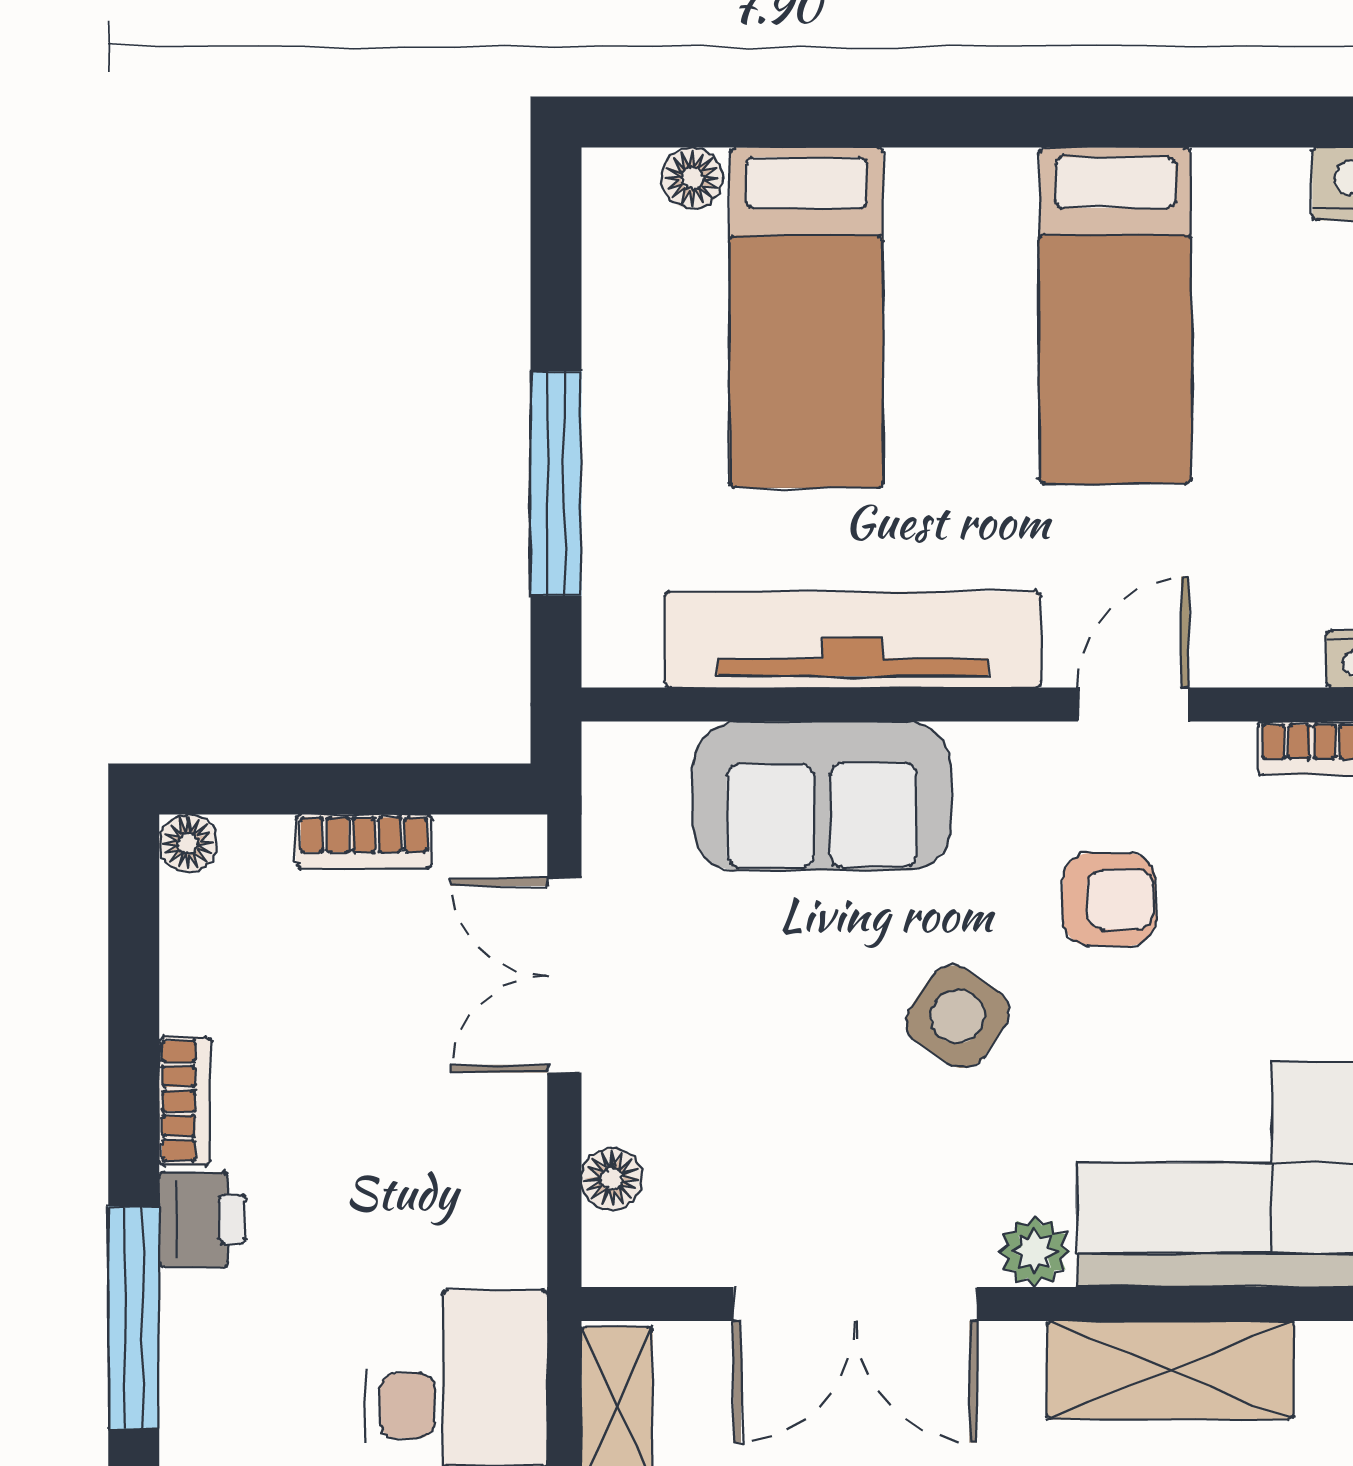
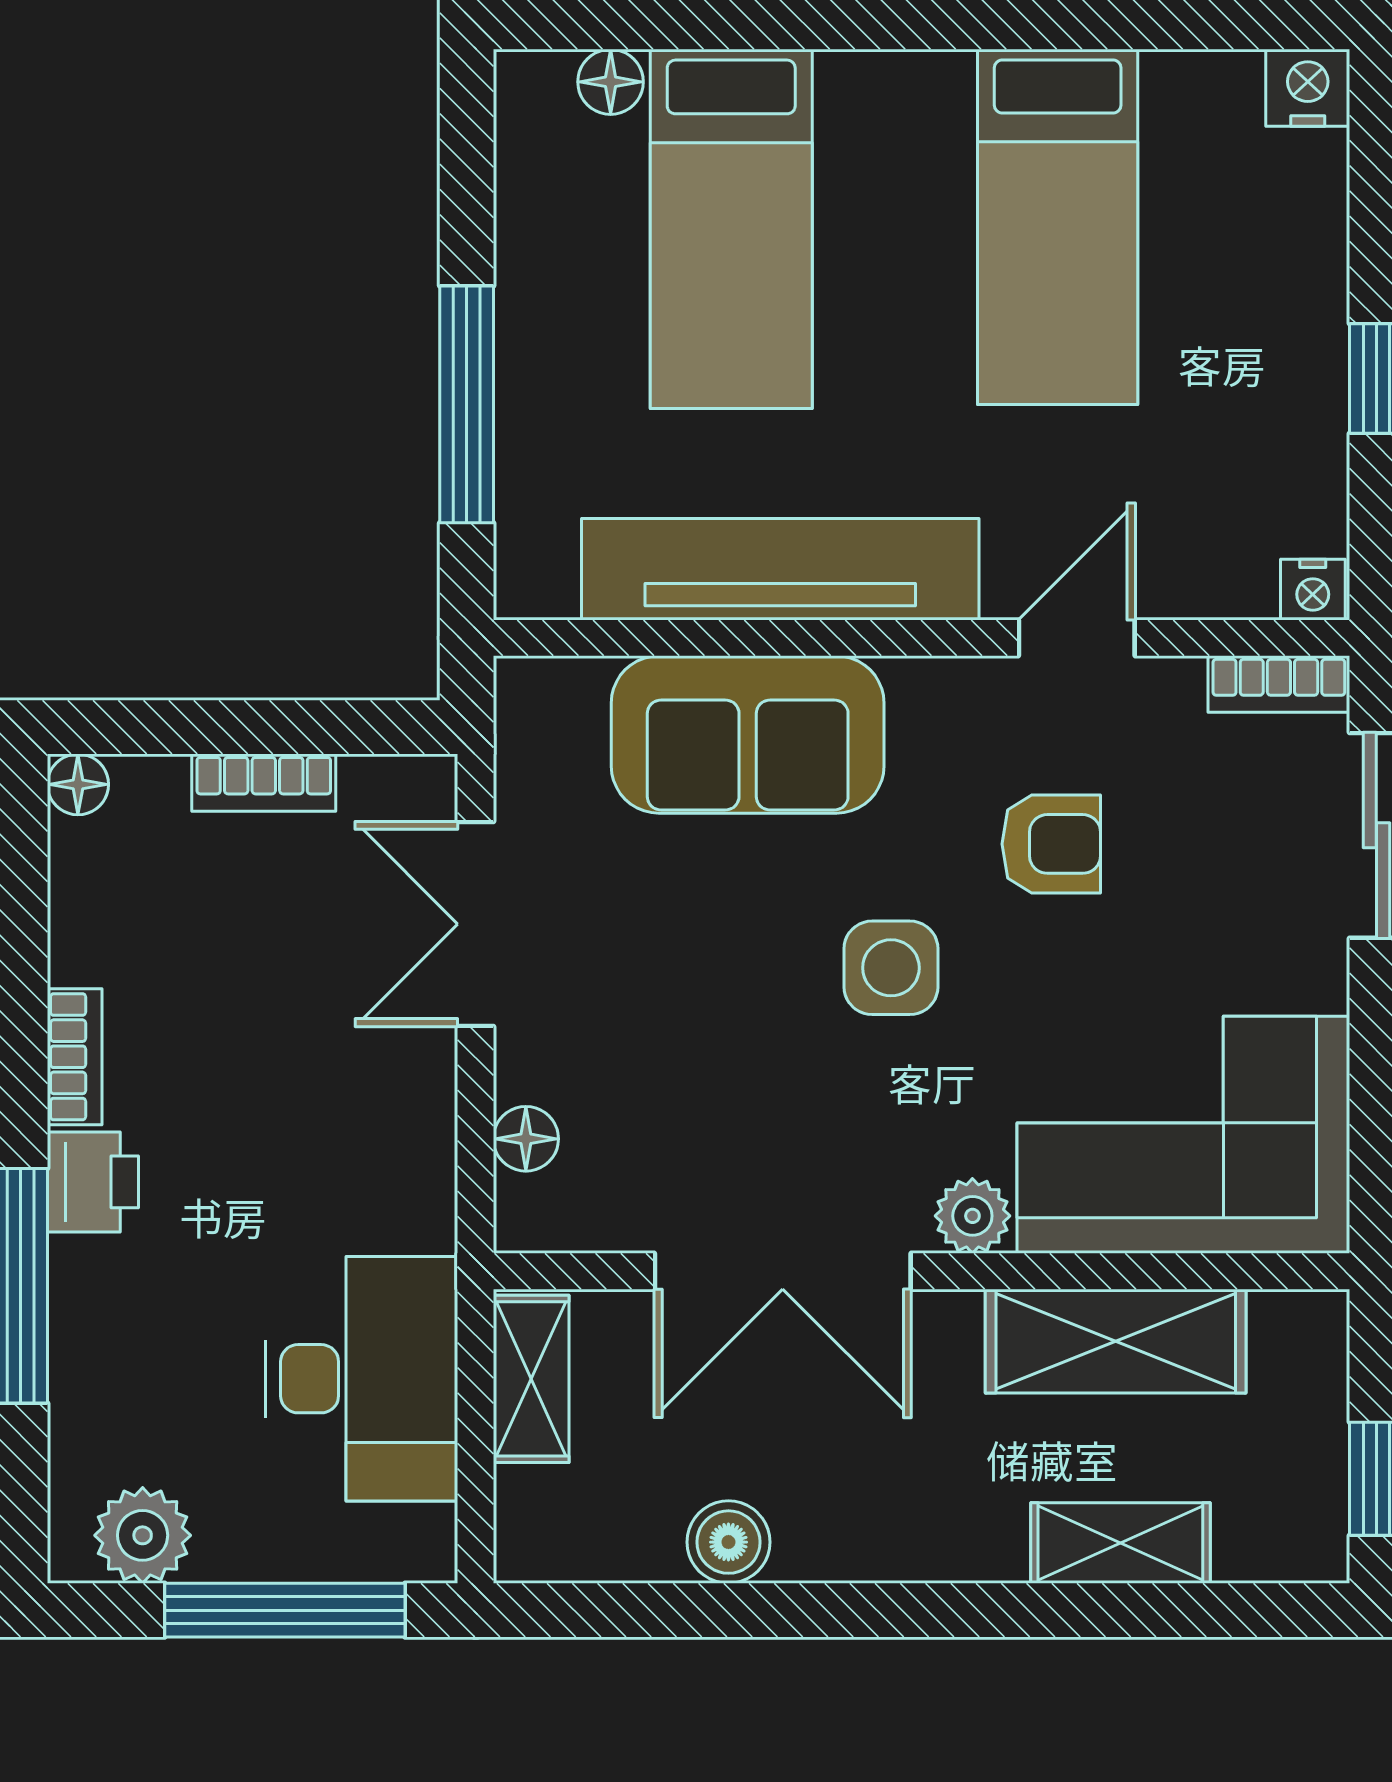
side table: (958, 1017) -> (891, 968), turned -34

